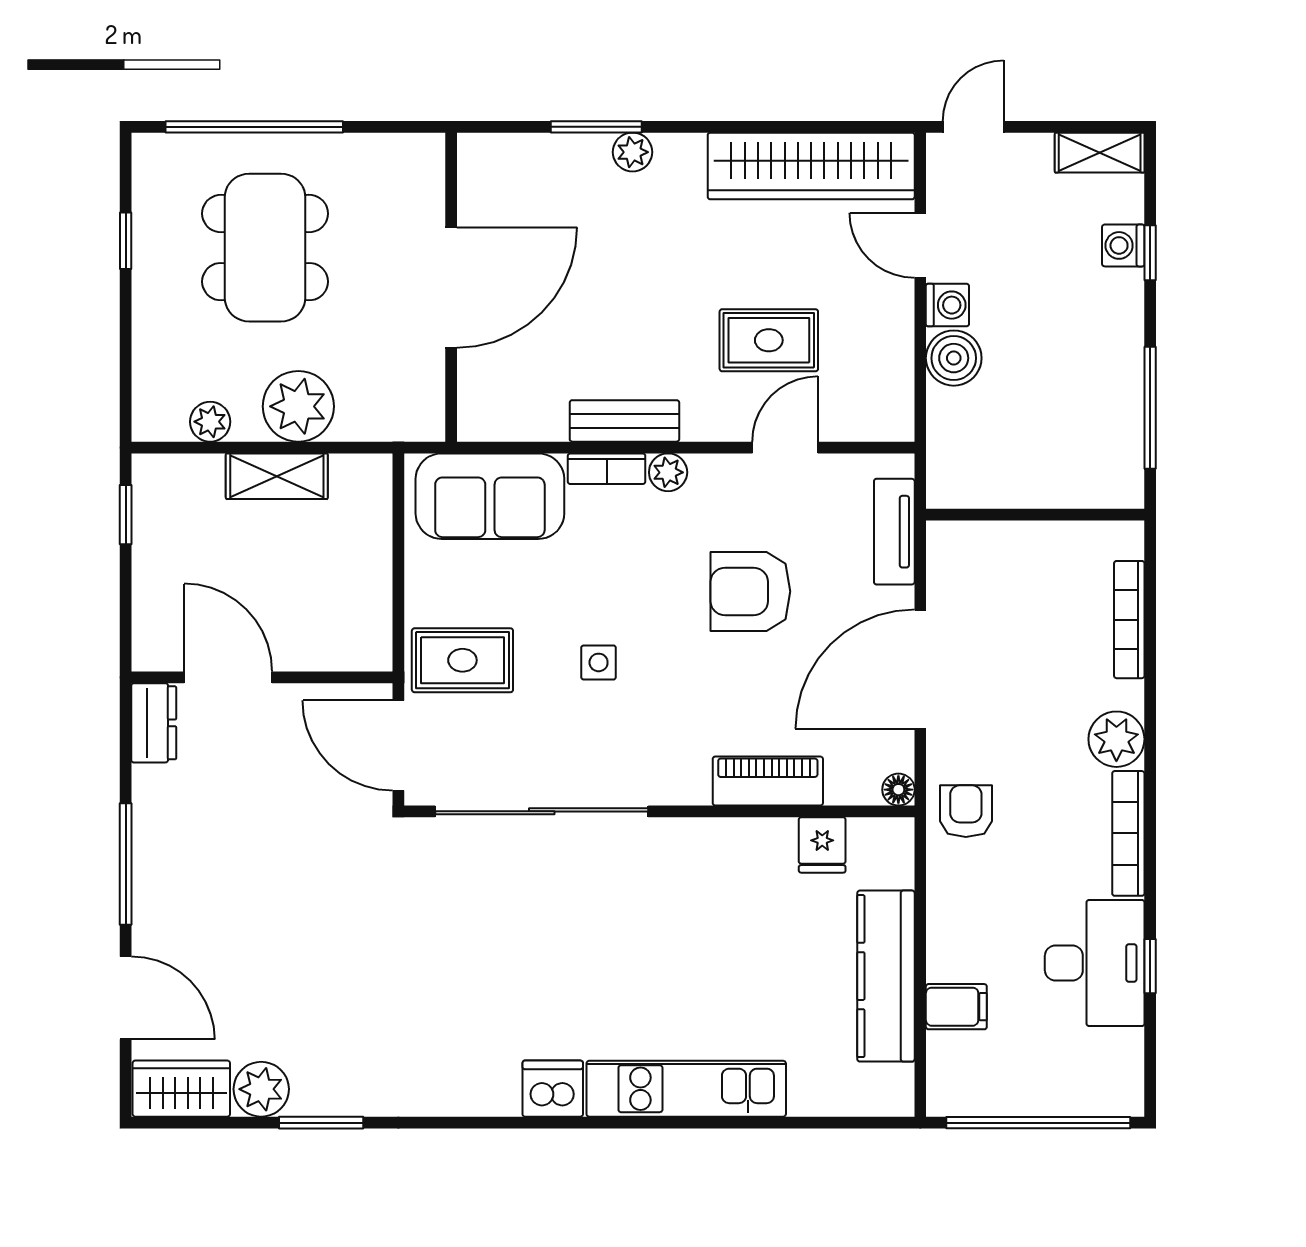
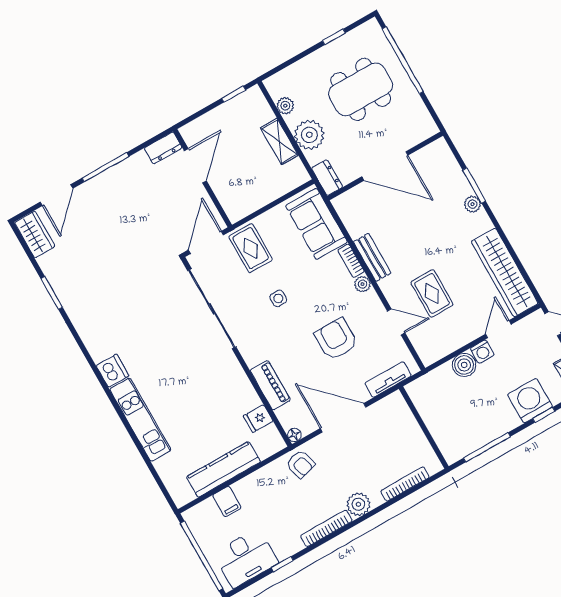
washing machine: (1123, 245) -> (530, 401), width x1.89, depth x1.89
dresser: (407, 420) -> (327, 178), added
armchair: (966, 811) -> (301, 464), turned 74
desk: (1095, 963) -> (246, 558), moved
plant: (261, 1089) -> (51, 264), removed

